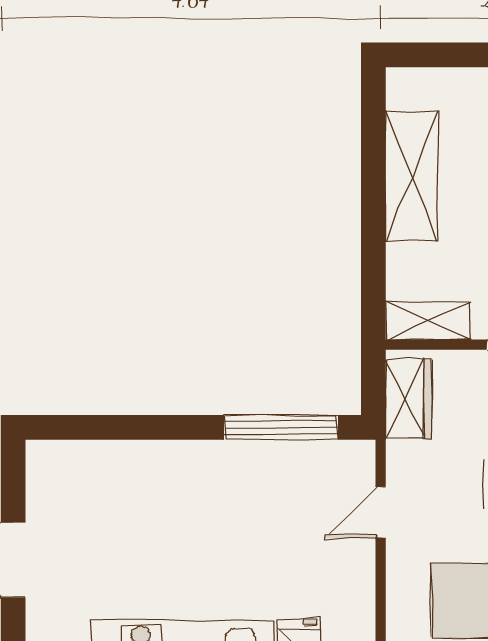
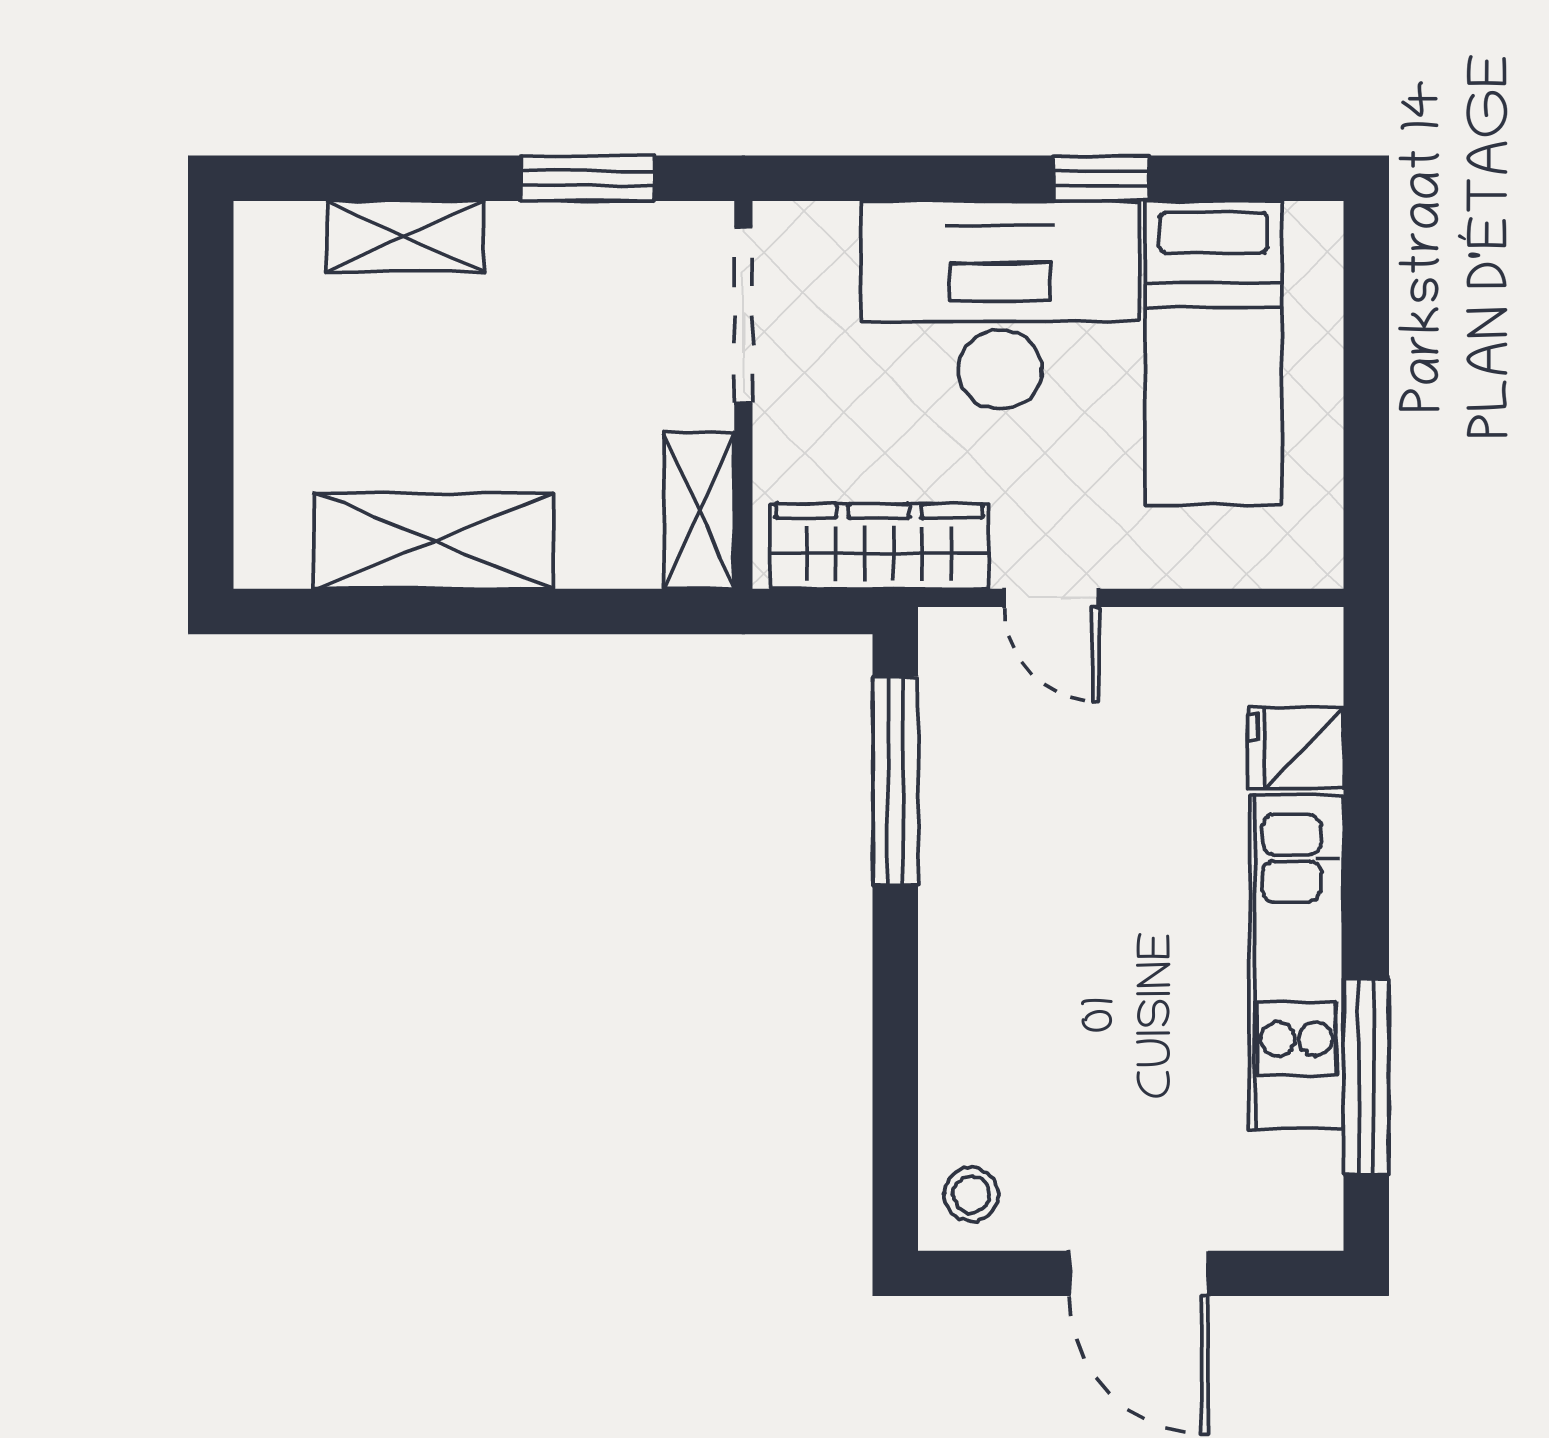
wardrobe: (409, 399) -> (879, 547), width x1.50
stool: (56, 469) -> (971, 1194), added

